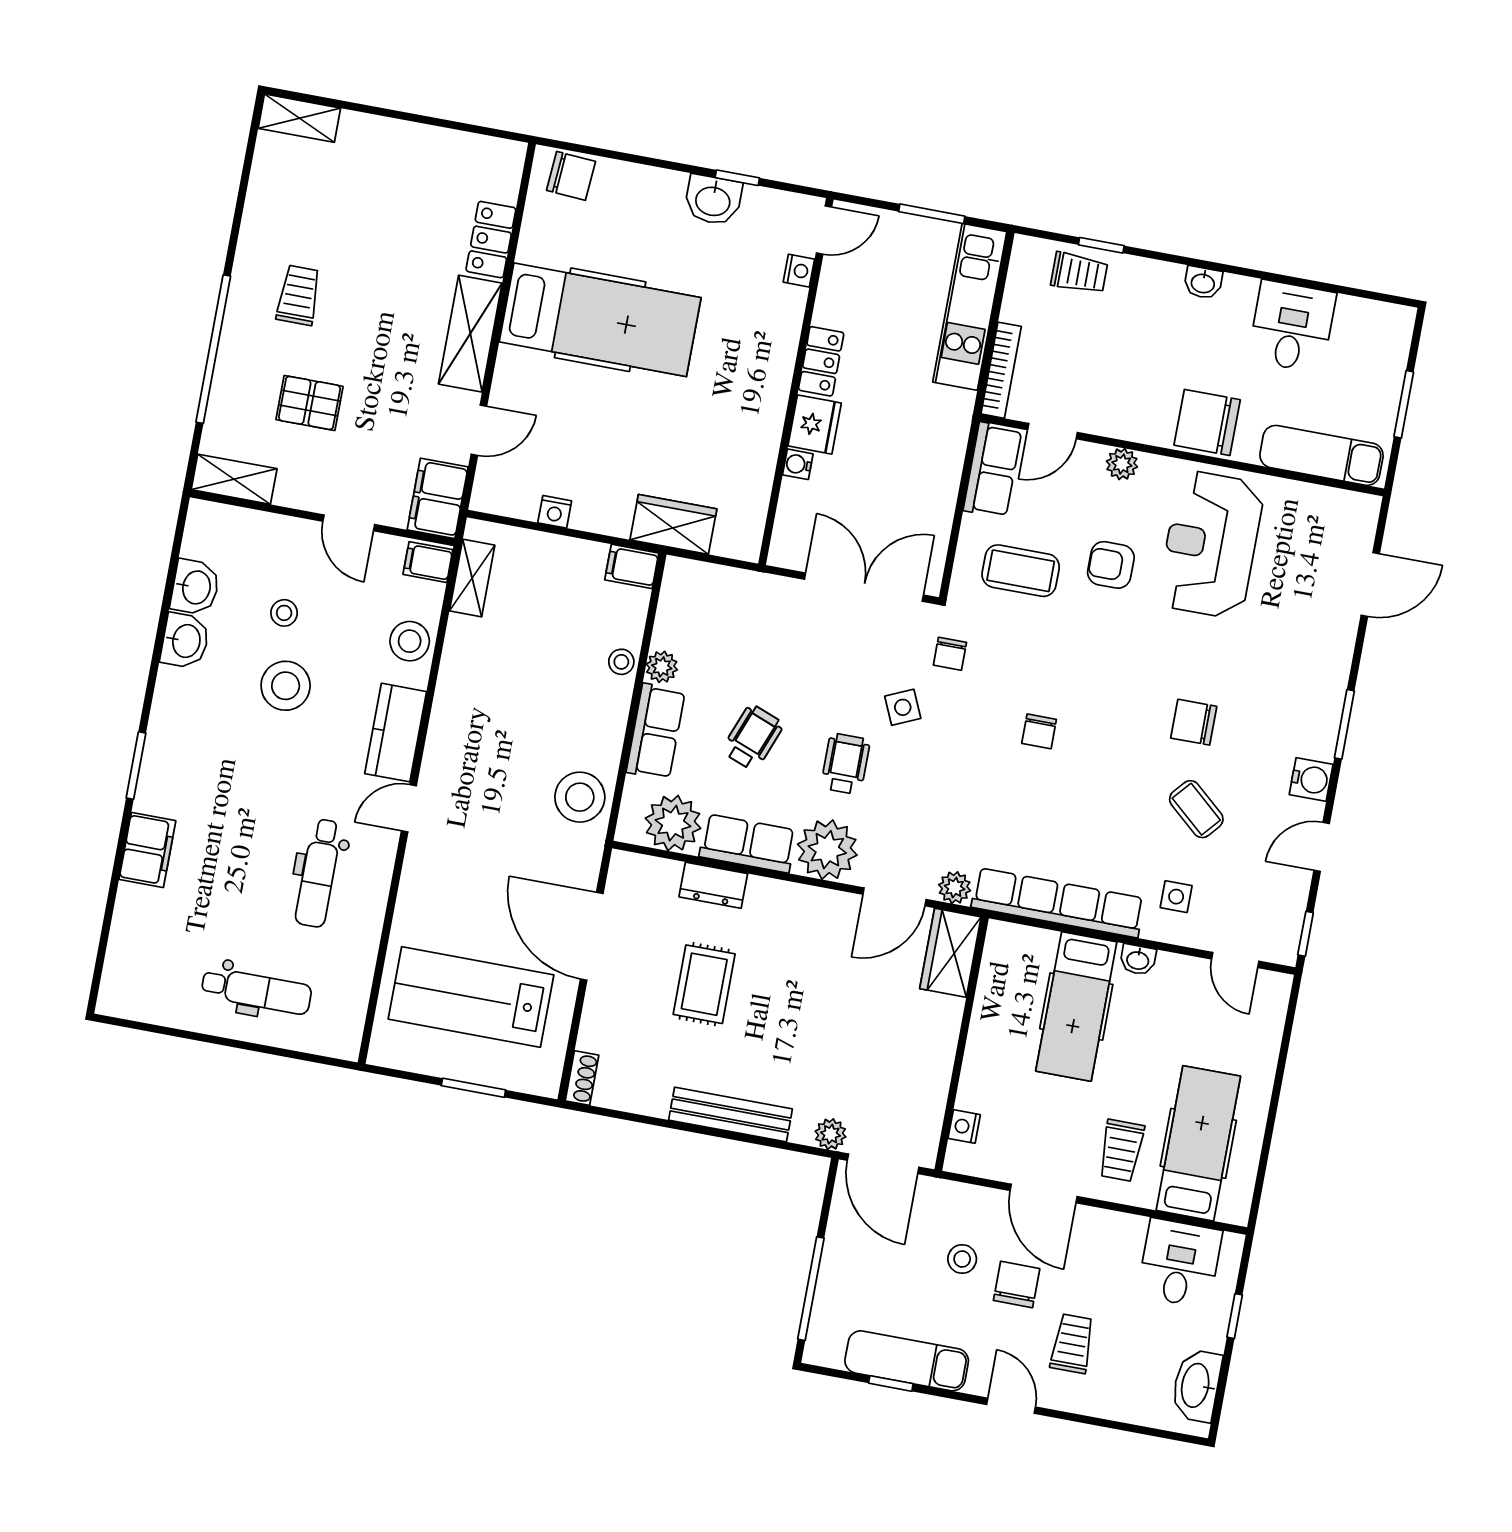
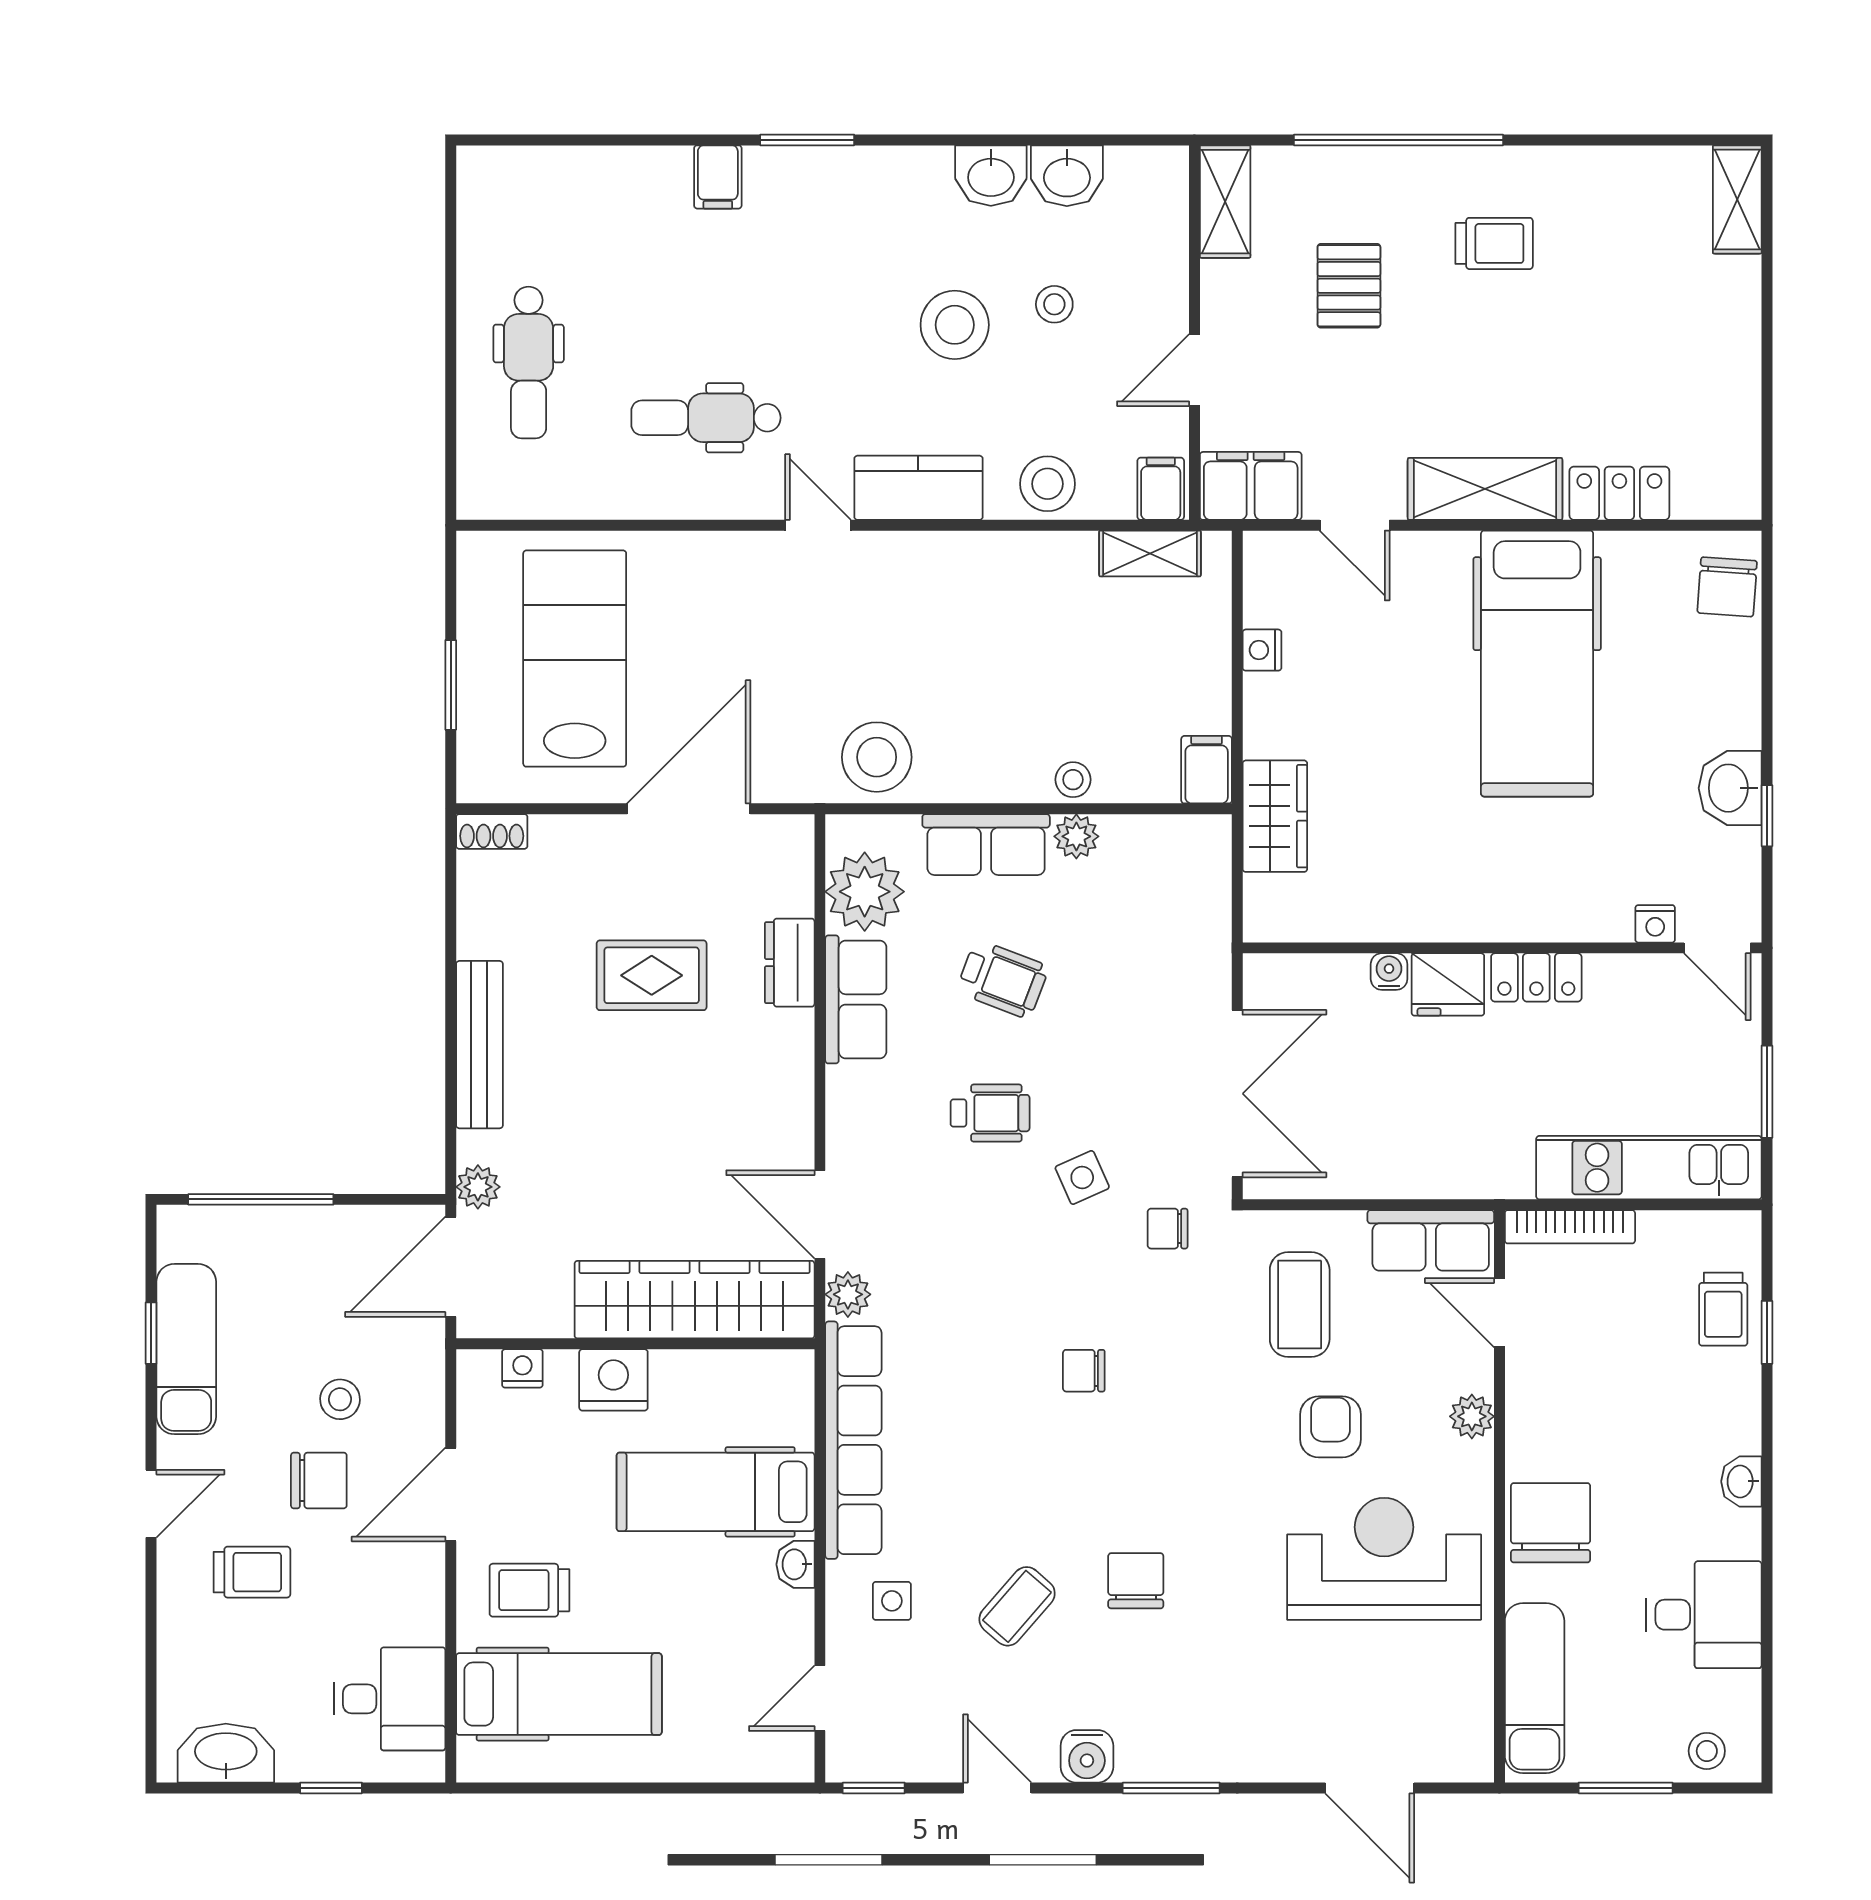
stool: (1388, 342) -> (1707, 1751), added
filing cabinet: (147, 850) -> (718, 177), width x0.50
plant: (827, 850) -> (868, 1110), removed
wardrobe: (950, 953) -> (695, 1300), width x2.10, depth x1.17
nightstand: (984, 1064) -> (613, 1380), added

